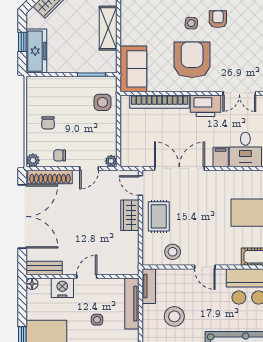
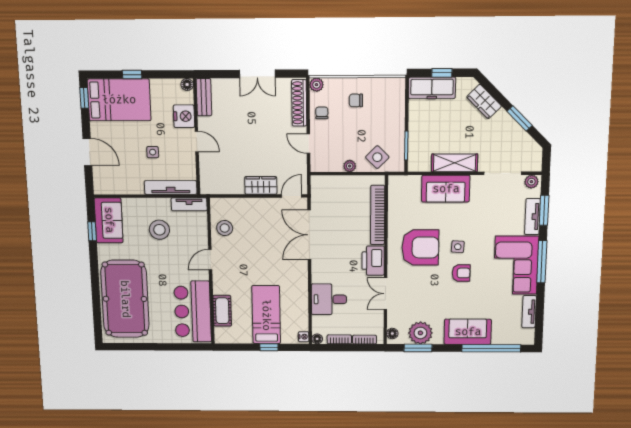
sofa: (133, 69) -> (446, 189), moved
side table: (102, 102) -> (377, 157), turned 45
filing cabinet: (221, 157) -> (321, 275), removed
plant: (111, 161) -> (350, 166), moved
double door: (179, 168) -> (309, 235), swing flipped
double door: (22, 216) -> (257, 74), width x0.54
rug: (159, 216) -> (260, 214), removed

